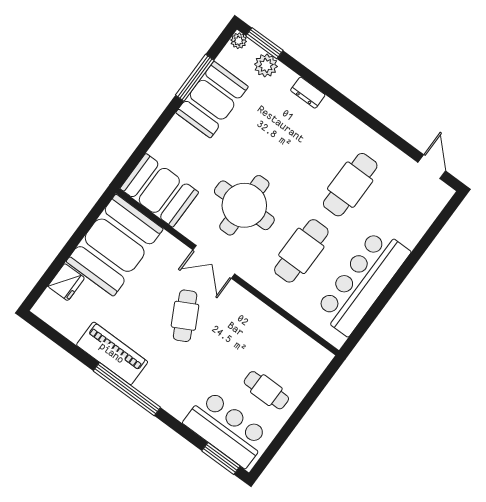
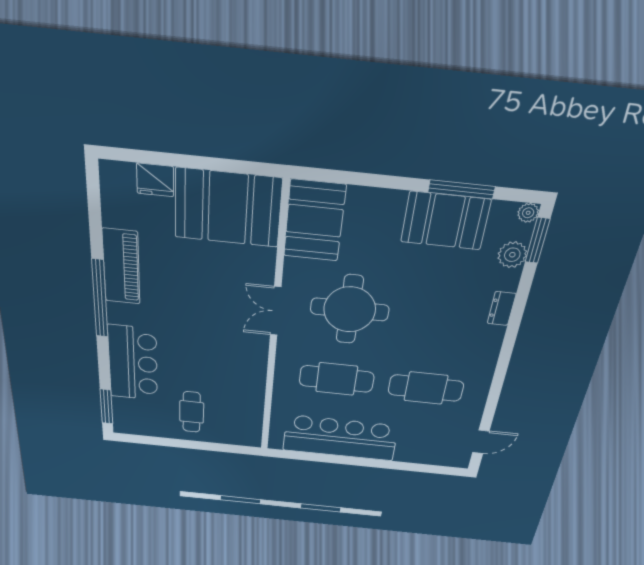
cafe table: (185, 316) -> (206, 313), removed
bar counter: (226, 429) -> (133, 363), moved

